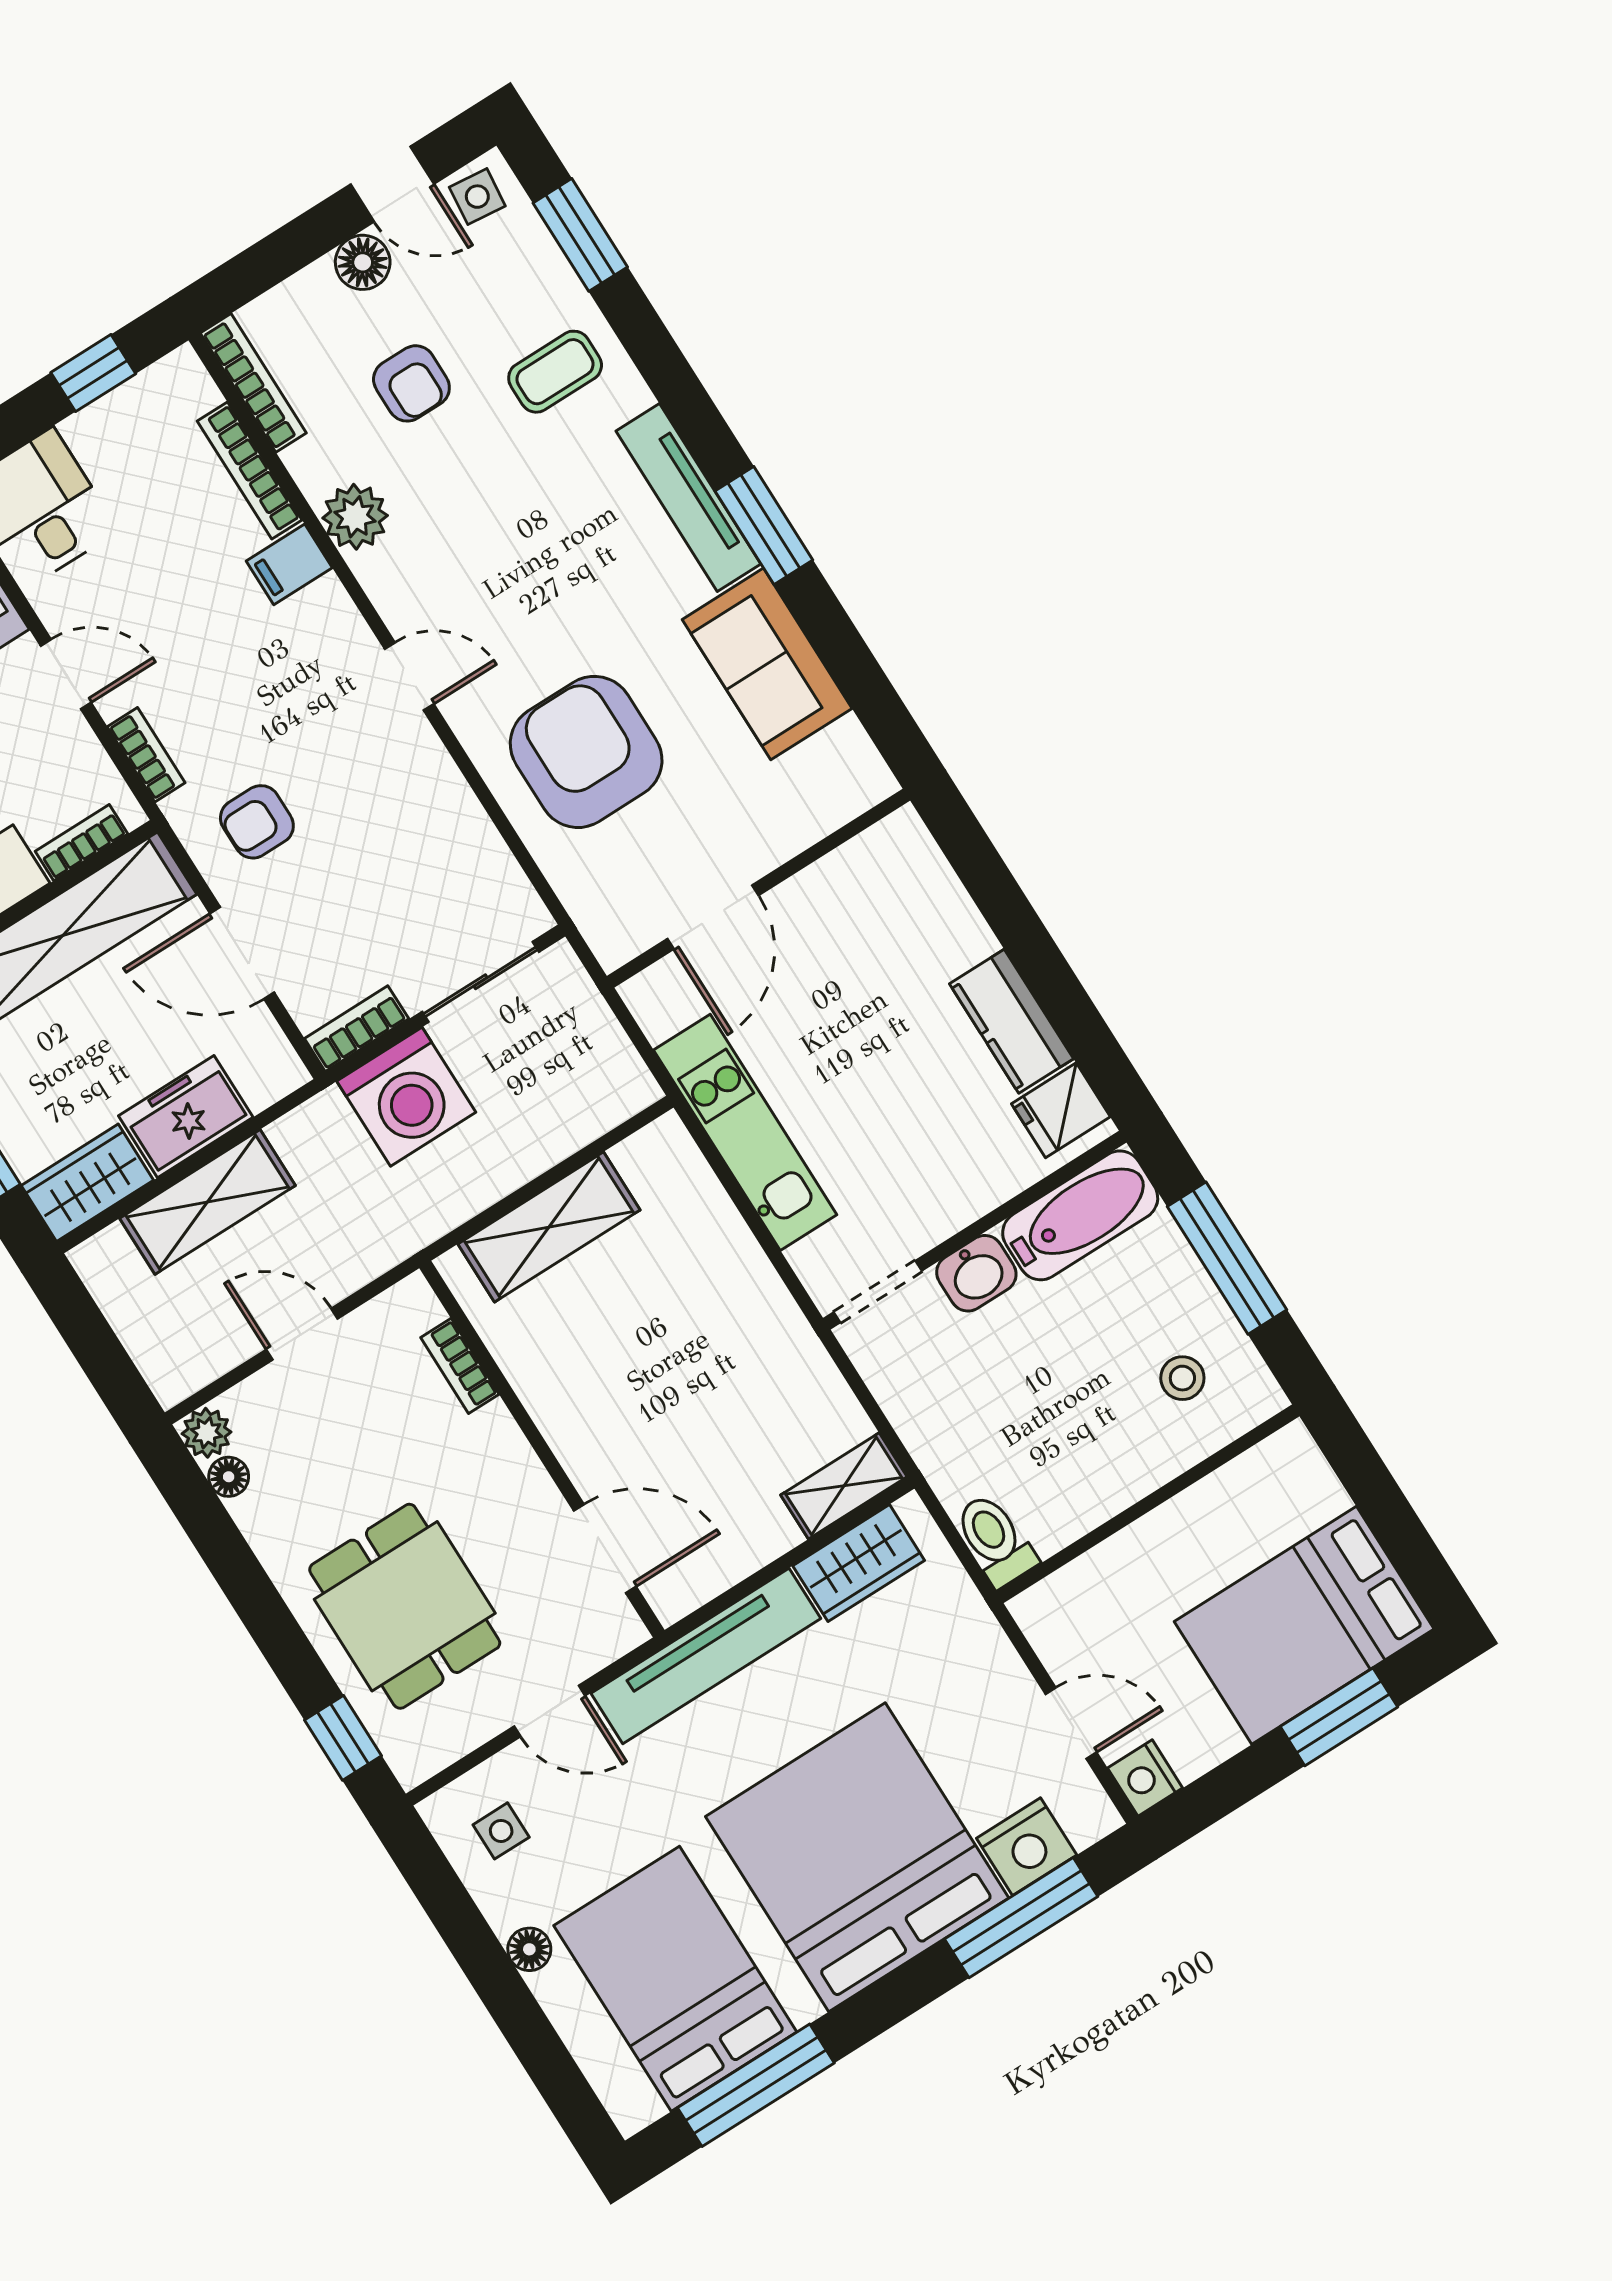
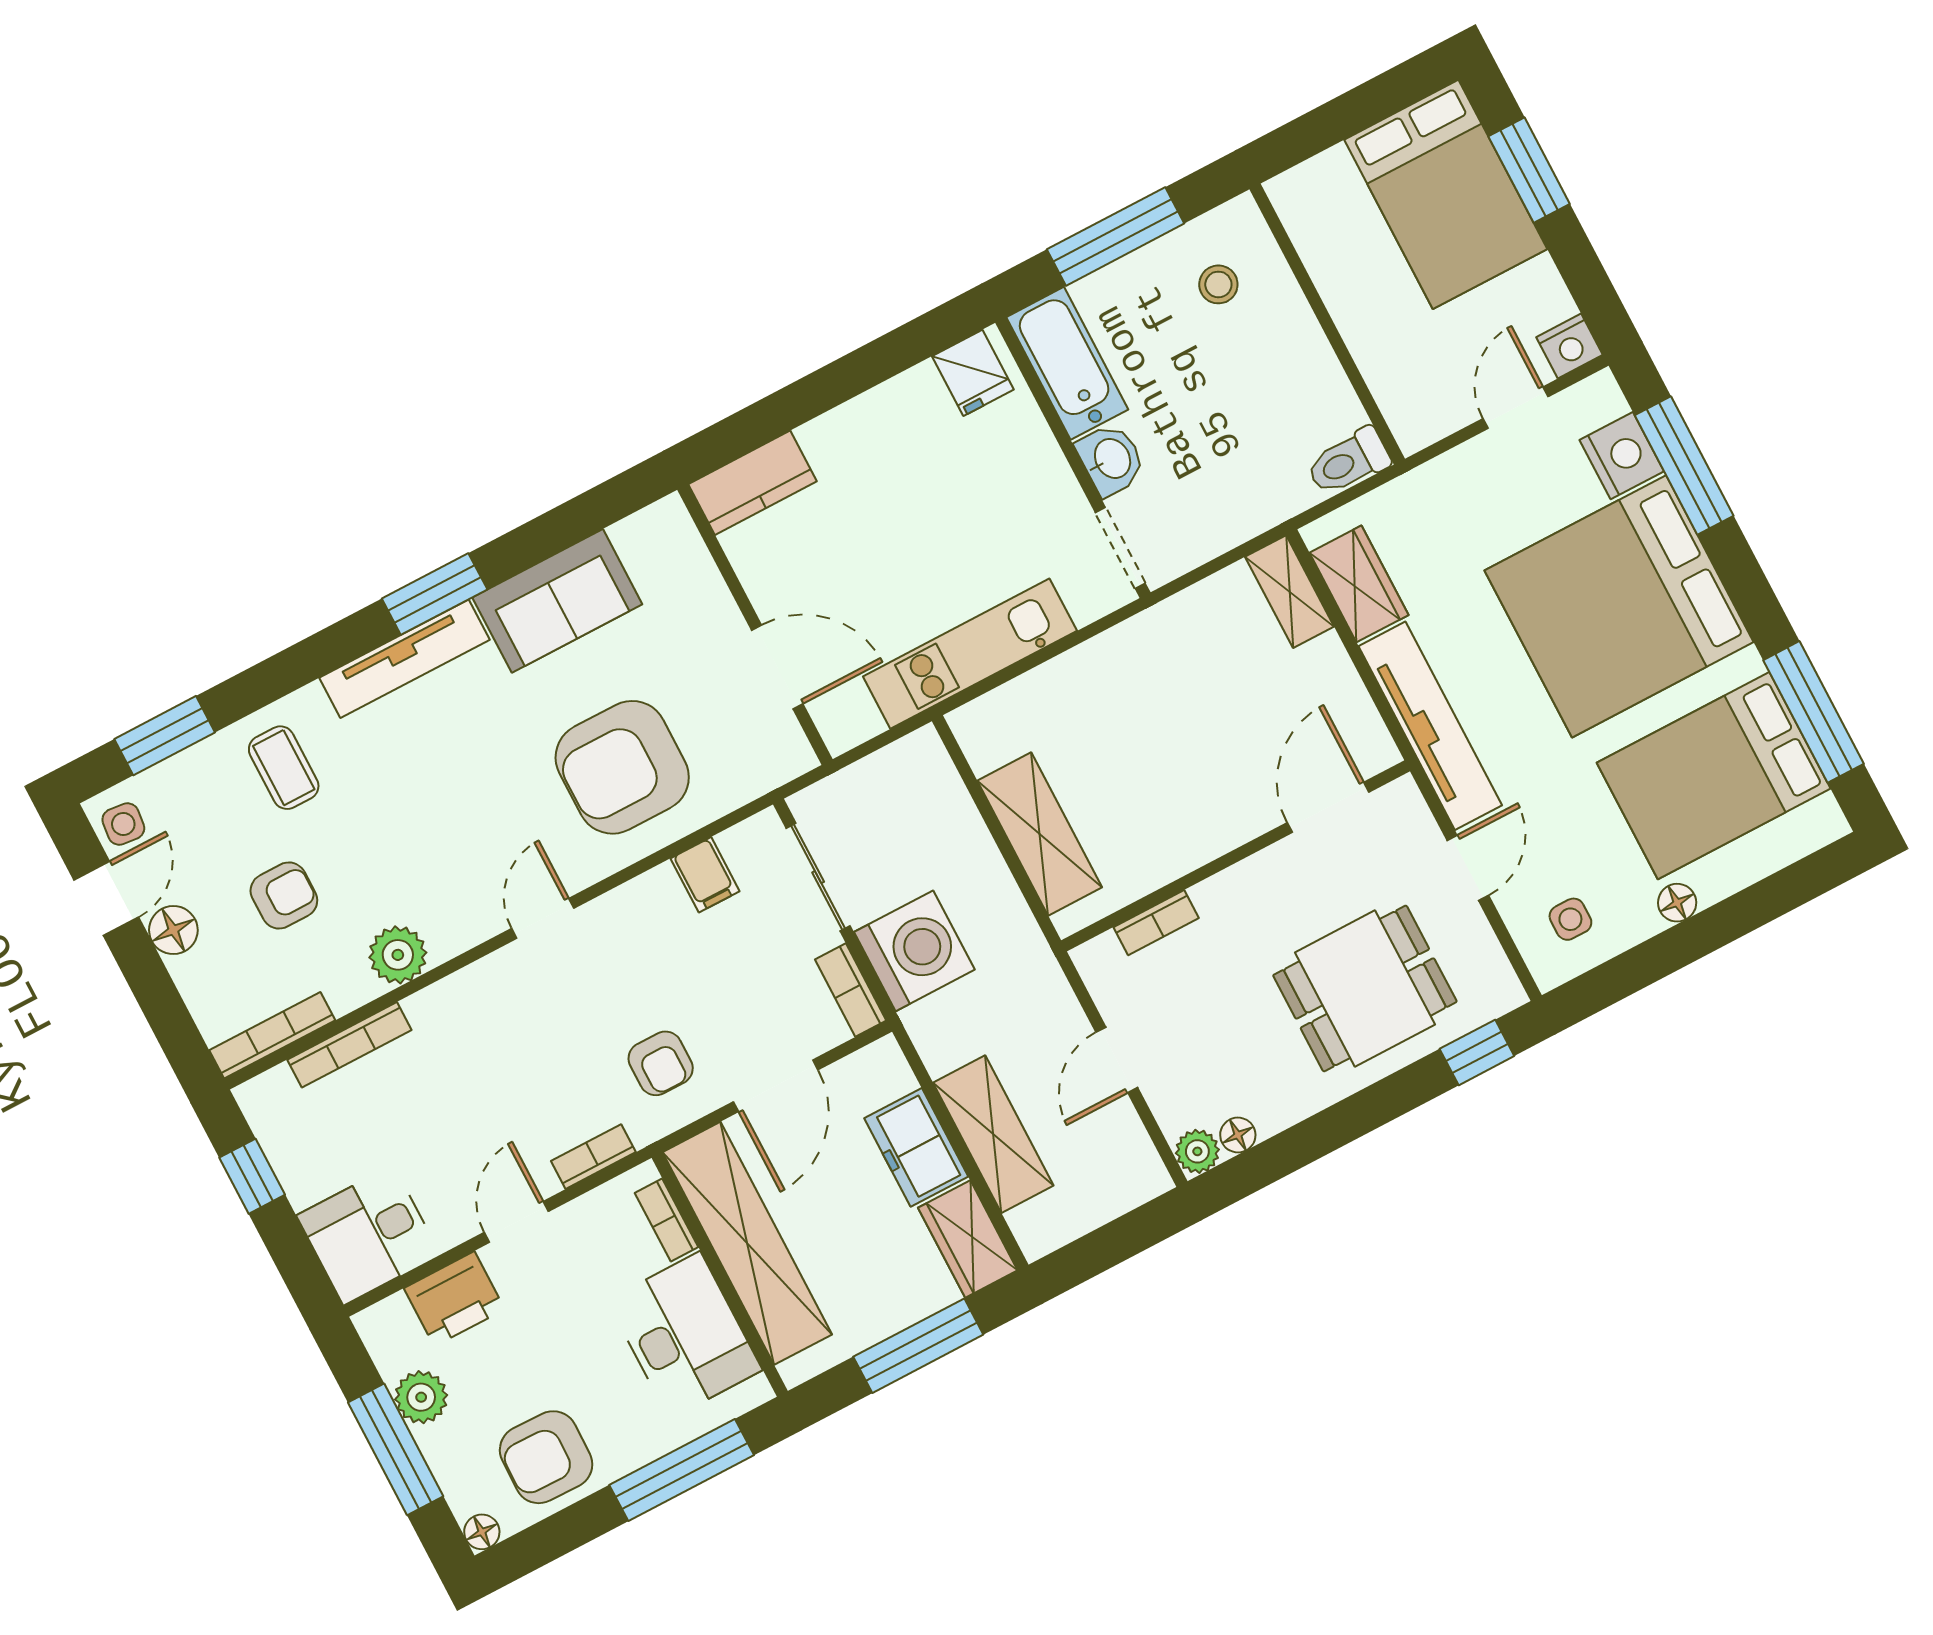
filing cabinet: (289, 564) -> (705, 875), moved
kitchen counter: (1012, 1021) -> (753, 483), moved

